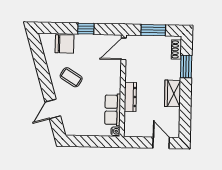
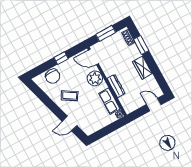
chair: (64, 44) -> (53, 76), turned 90
door: (124, 49) -> (93, 57), hinge flipped
plant: (111, 74) -> (95, 78), added
door: (53, 109) -> (70, 123), hinge flipped

